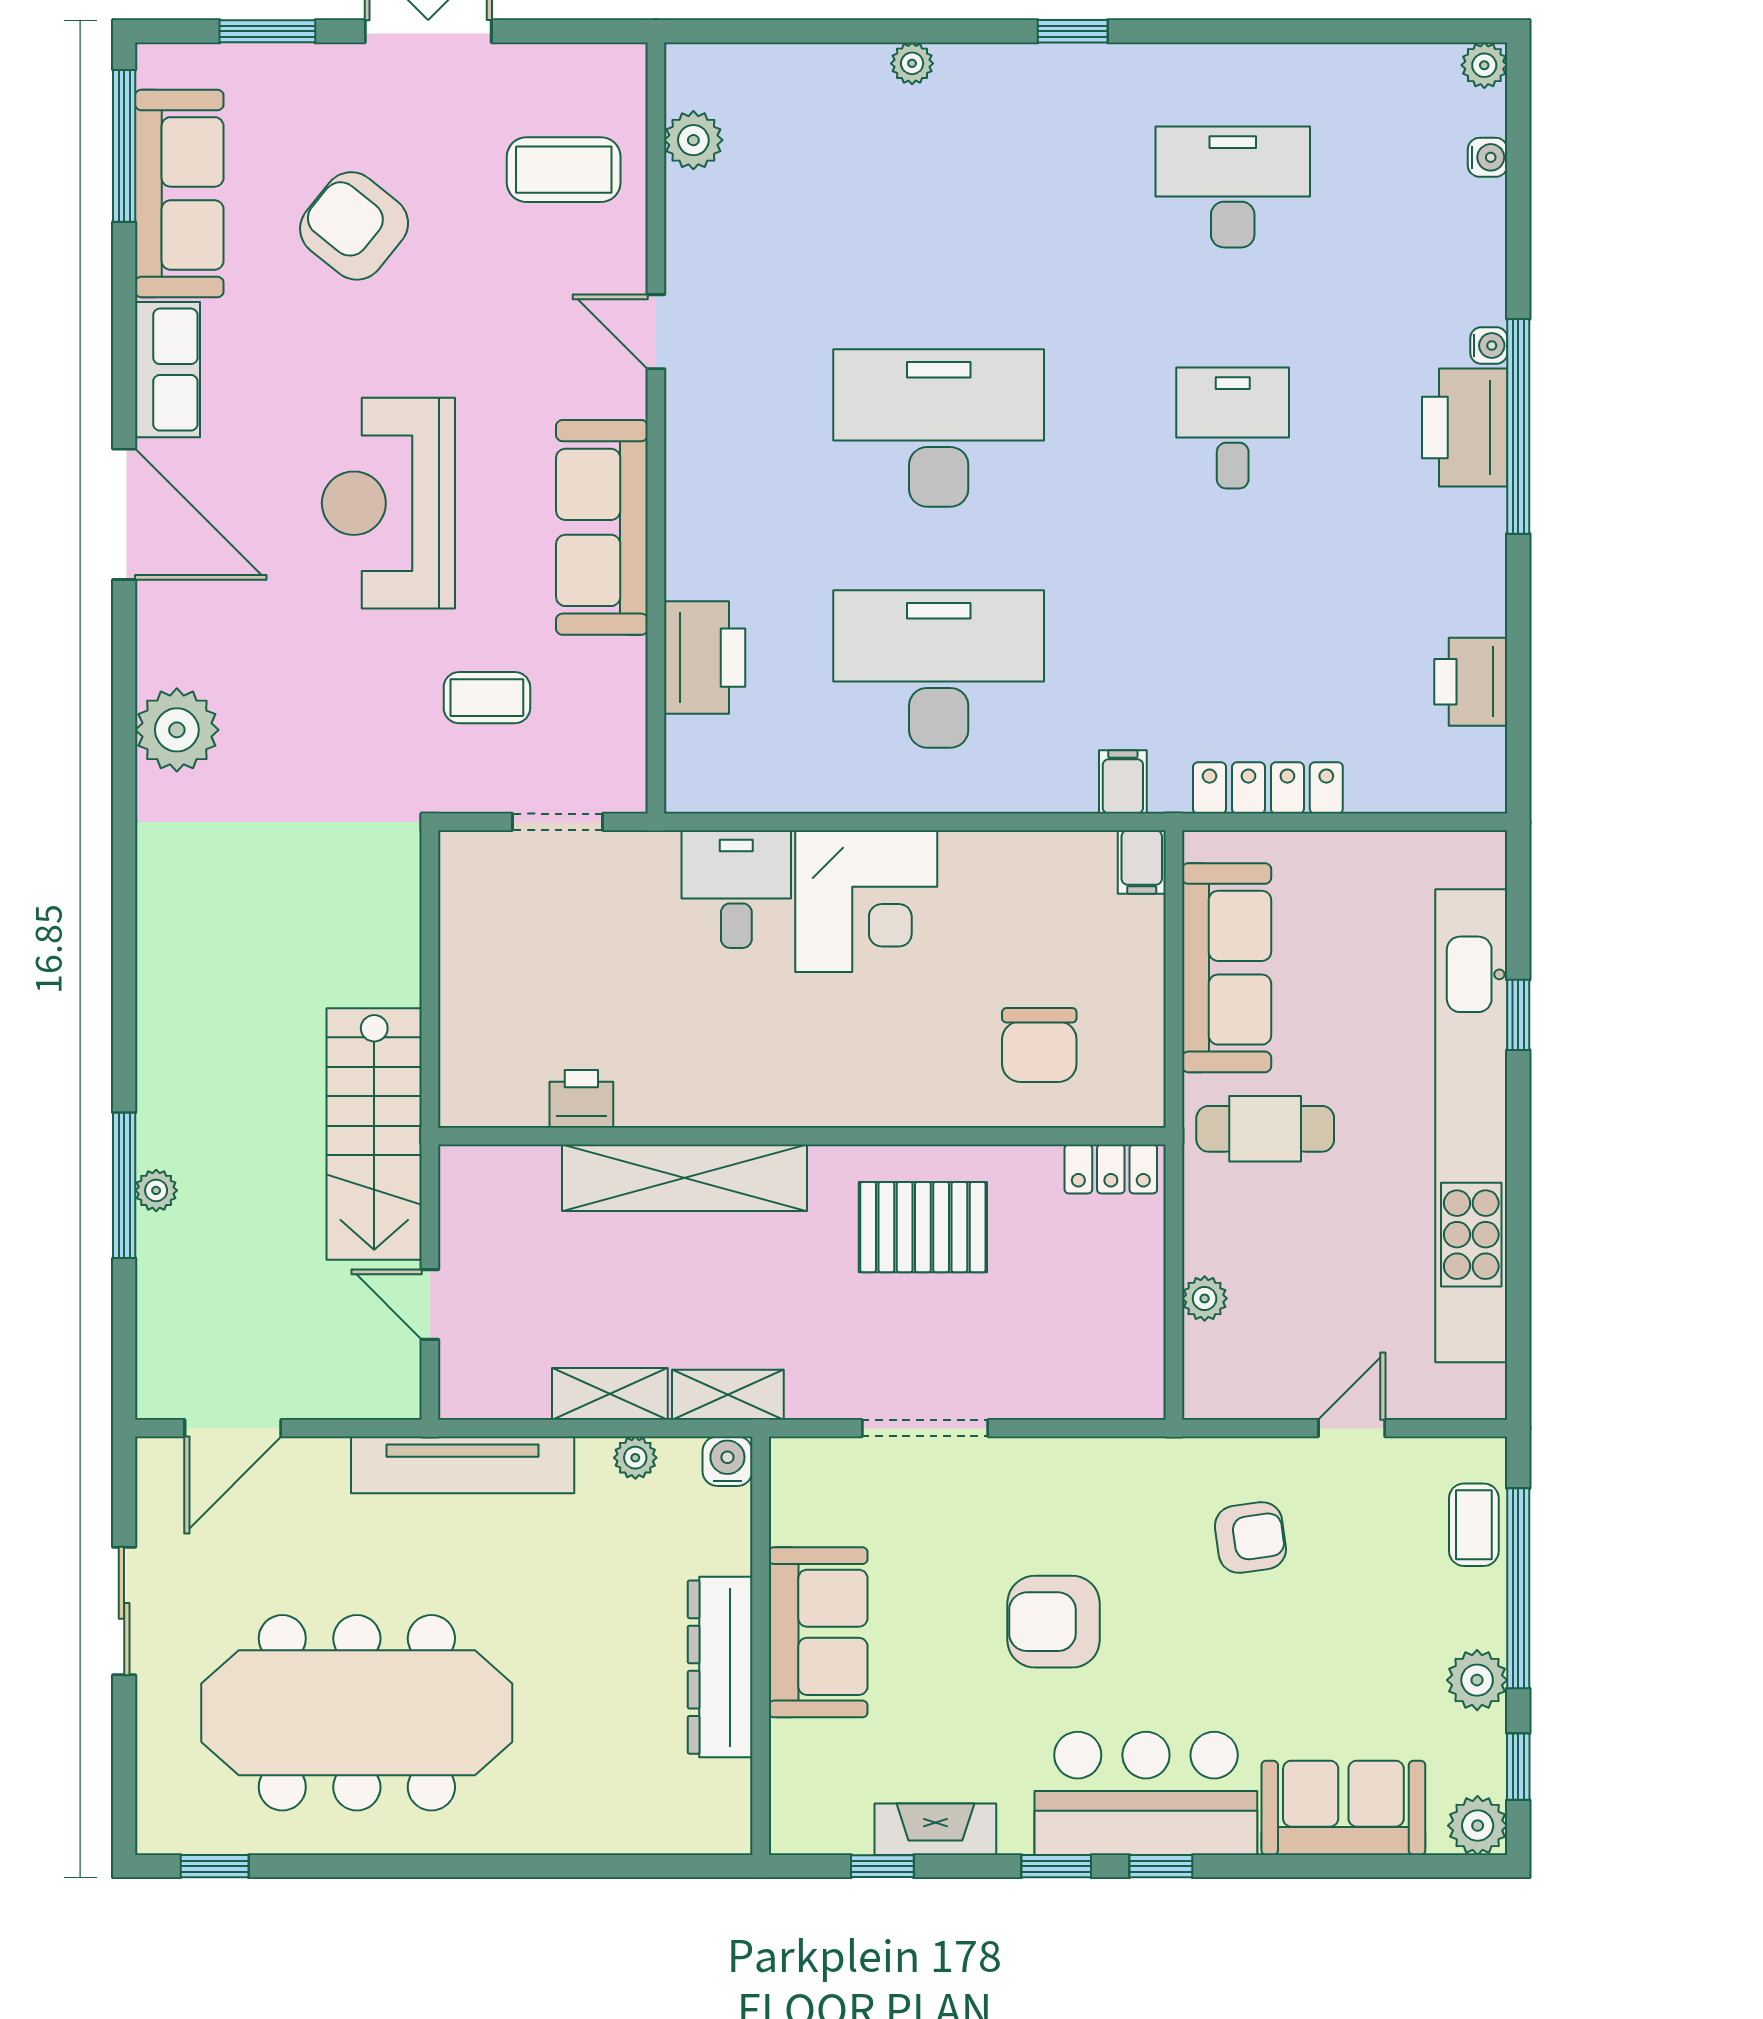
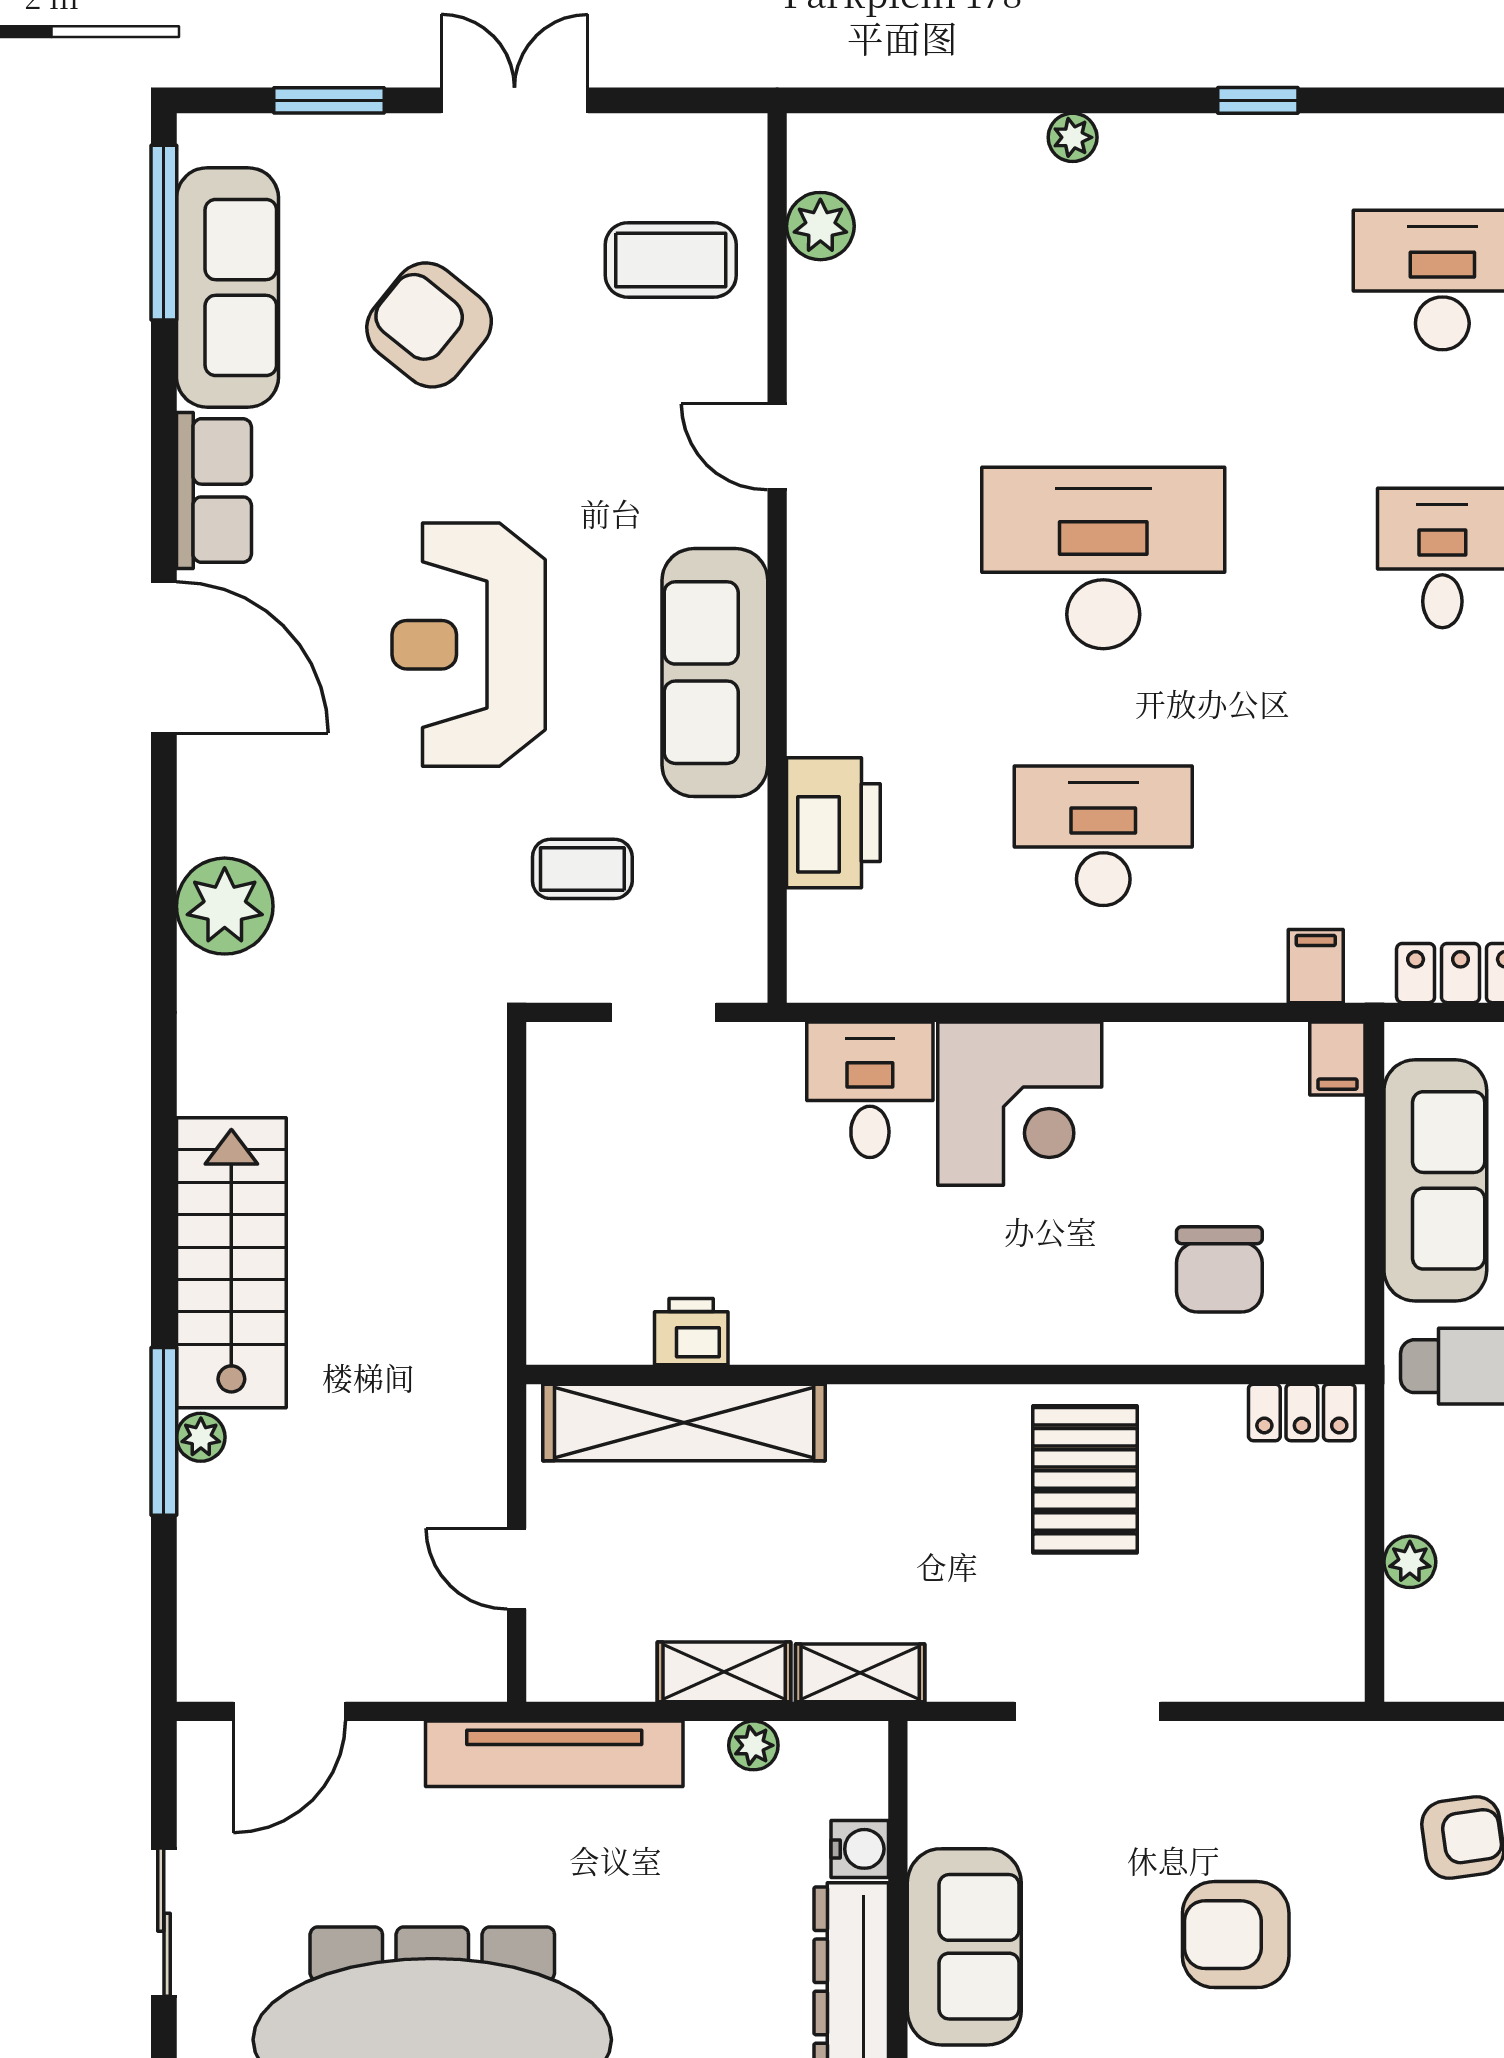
desk: (939, 669) -> (1103, 836), width x0.73, depth x0.77
stairs: (374, 1134) -> (231, 1263), moved, turned 180
shelving: (684, 1178) -> (684, 1423), moved
pallet: (923, 1227) -> (1085, 1479), turned 90
water cooler: (727, 1461) -> (860, 1849), moved, turned 90

